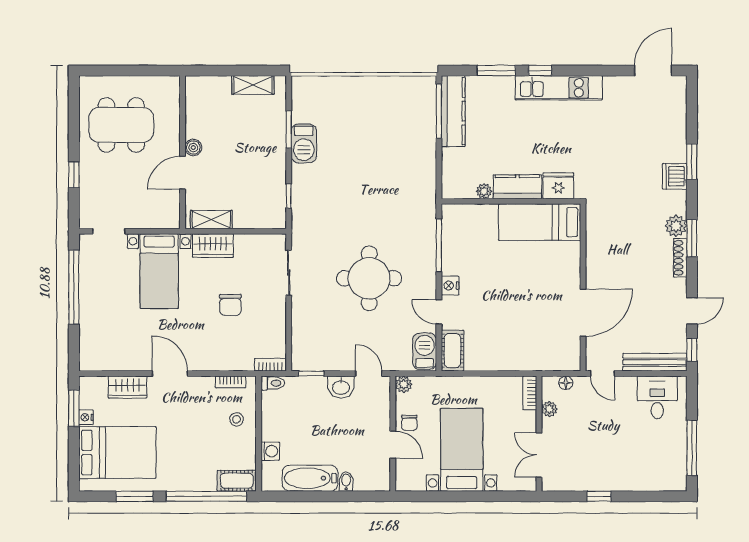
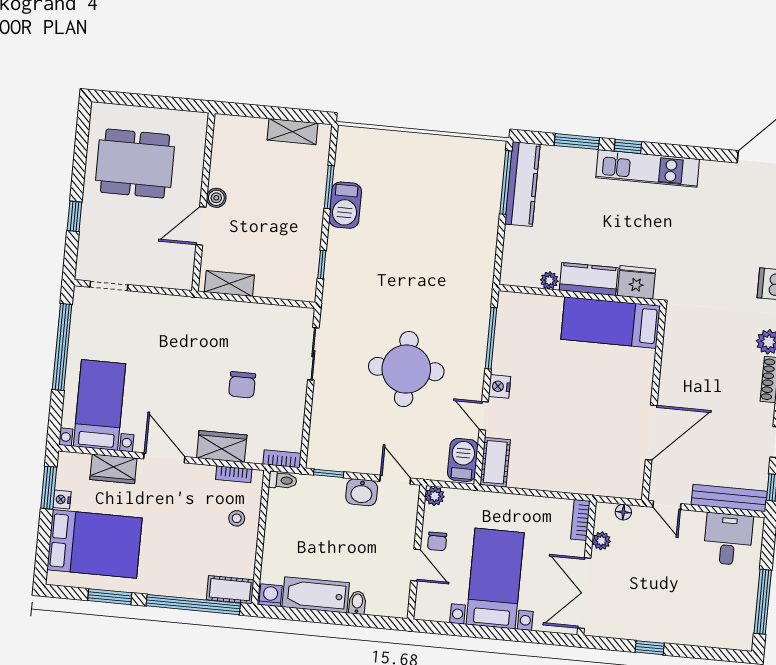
wardrobe: (213, 246) -> (222, 447), moved, turned 180
bed with nightstands: (159, 271) -> (100, 405), moved, turned 180
washing machine: (270, 451) -> (270, 595), moved, turned -90
double door: (539, 455) -> (584, 593), width x1.37

